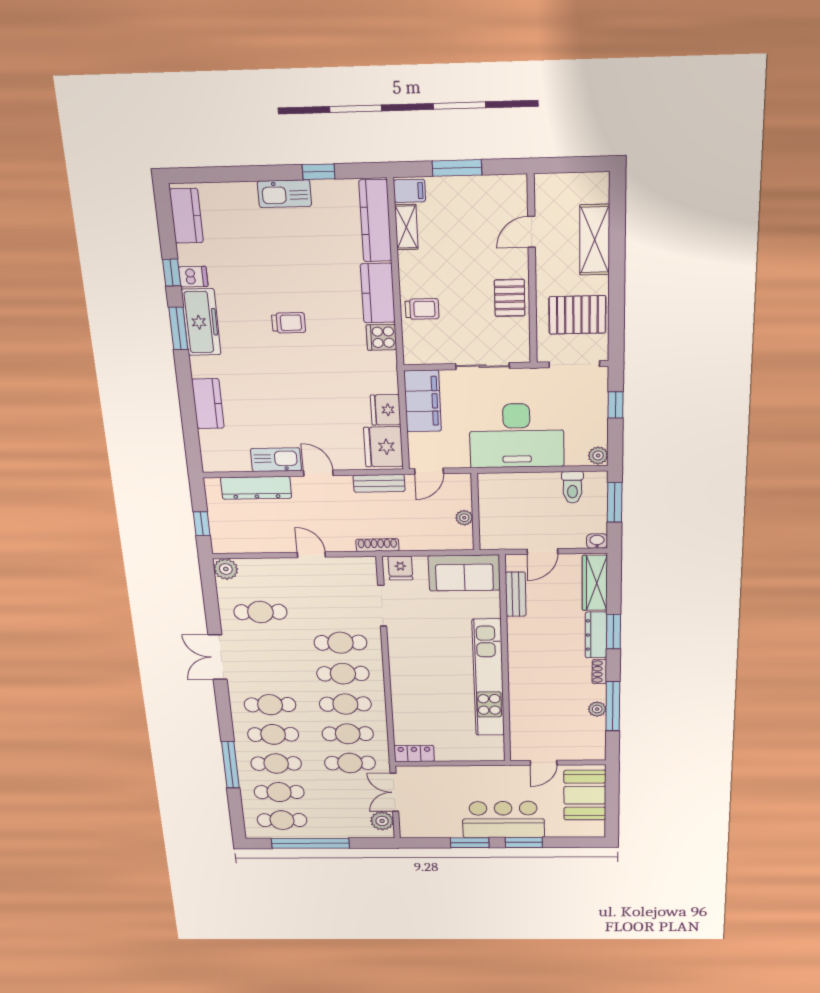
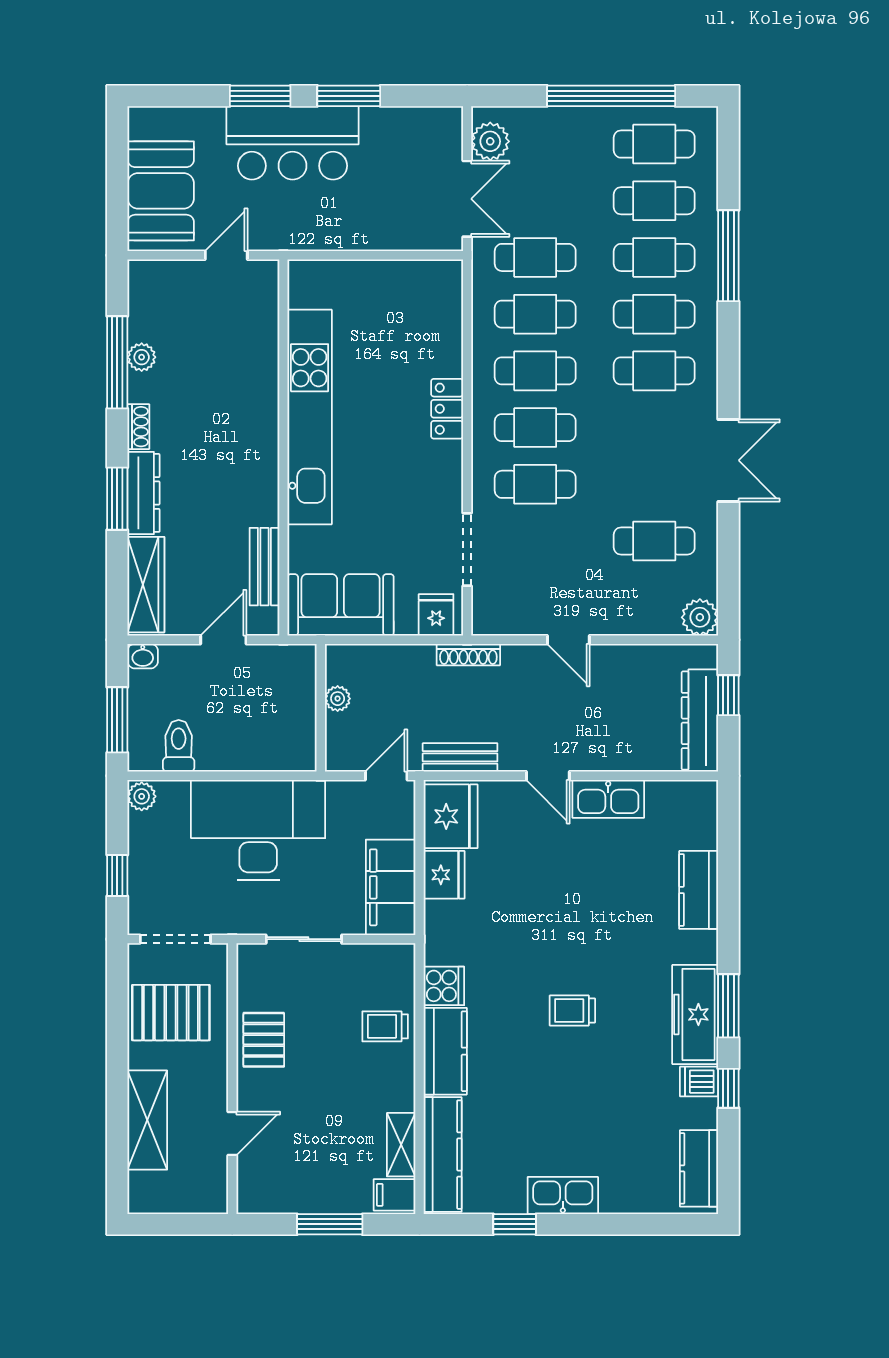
dresser: (256, 488) -> (700, 721), moved, turned -90
locker: (414, 753) -> (447, 409), moved, turned 90

